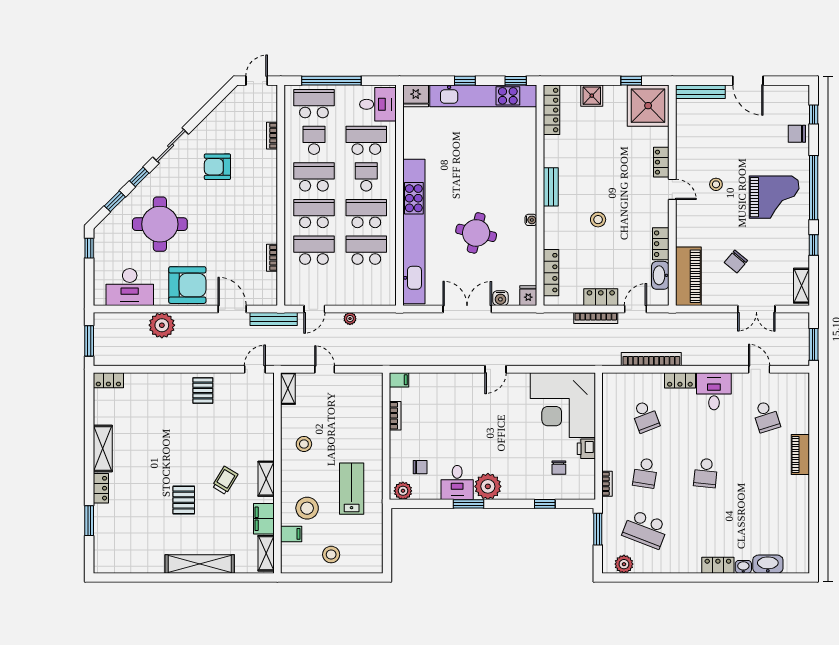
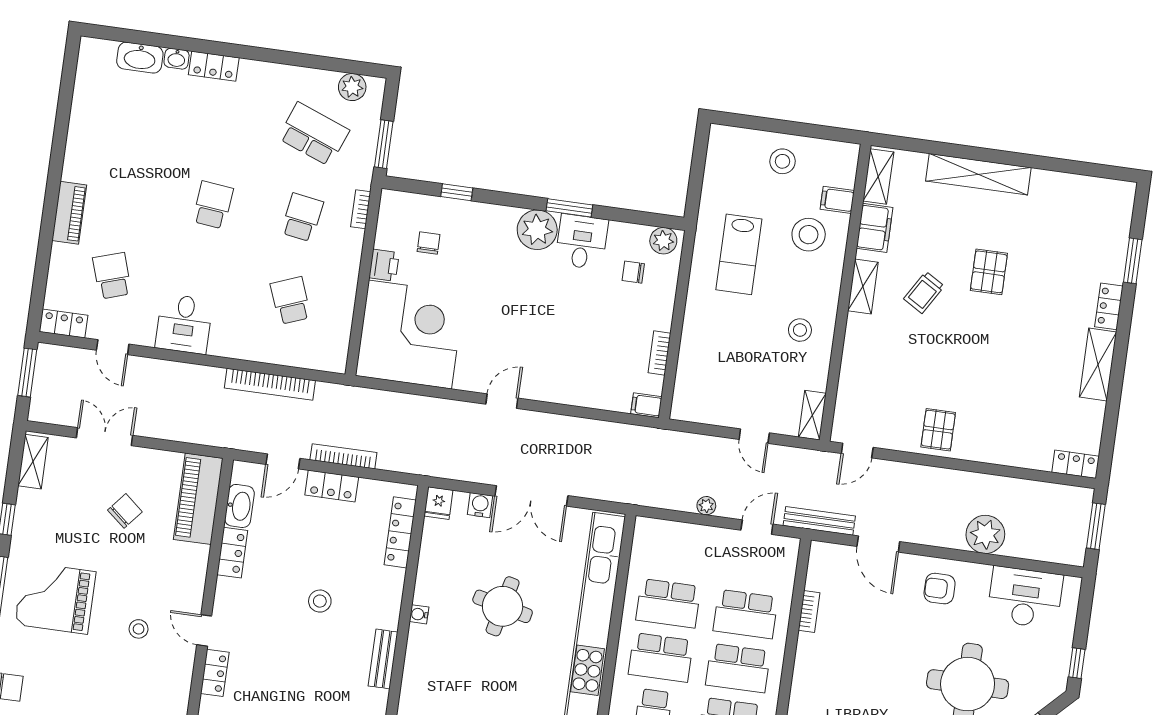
armchair: (187, 285) -> (940, 589), width x0.53, depth x0.53
locker: (680, 380) -> (64, 324), moved

